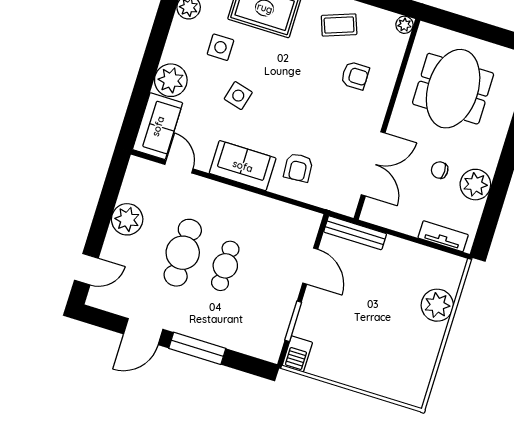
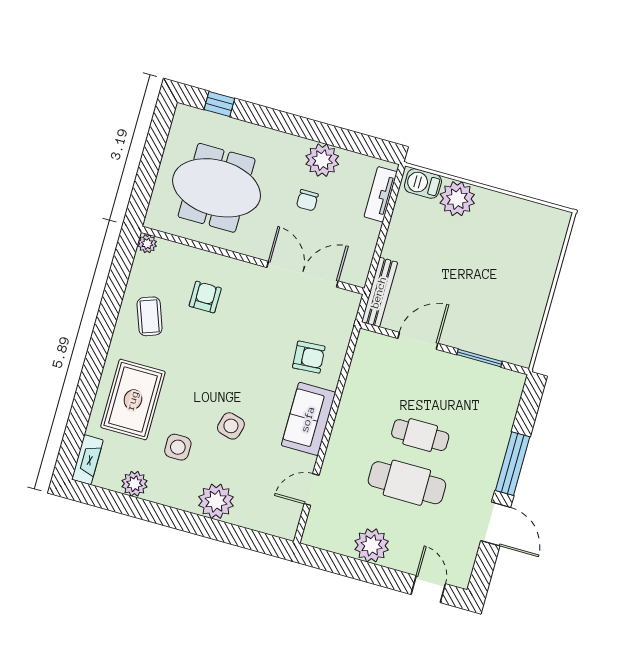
sofa: (158, 126) -> (267, 514), removed
barbecue: (297, 354) -> (423, 184), moved, turned 180

